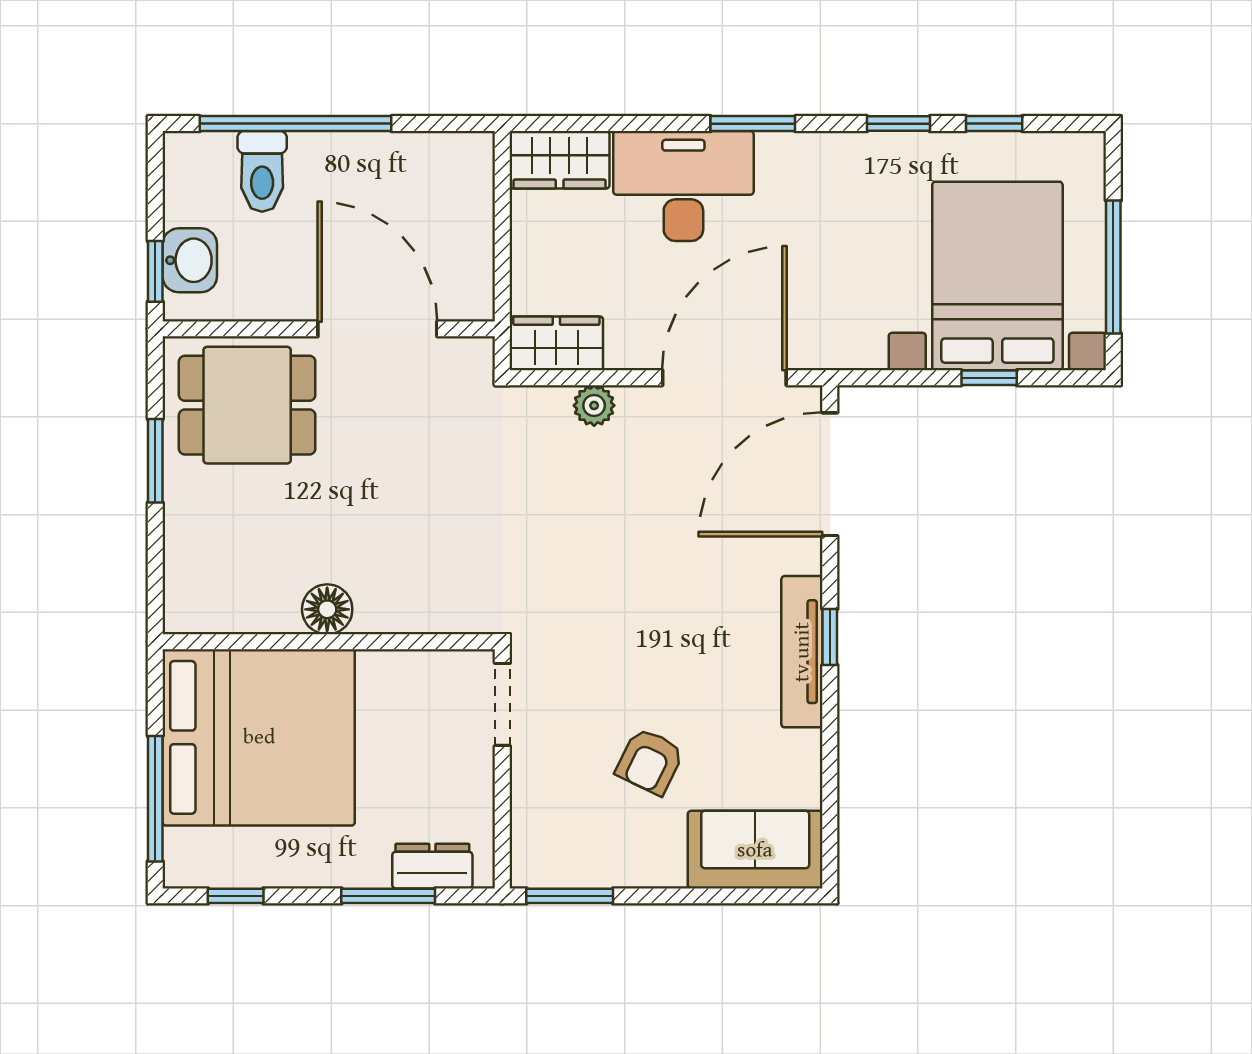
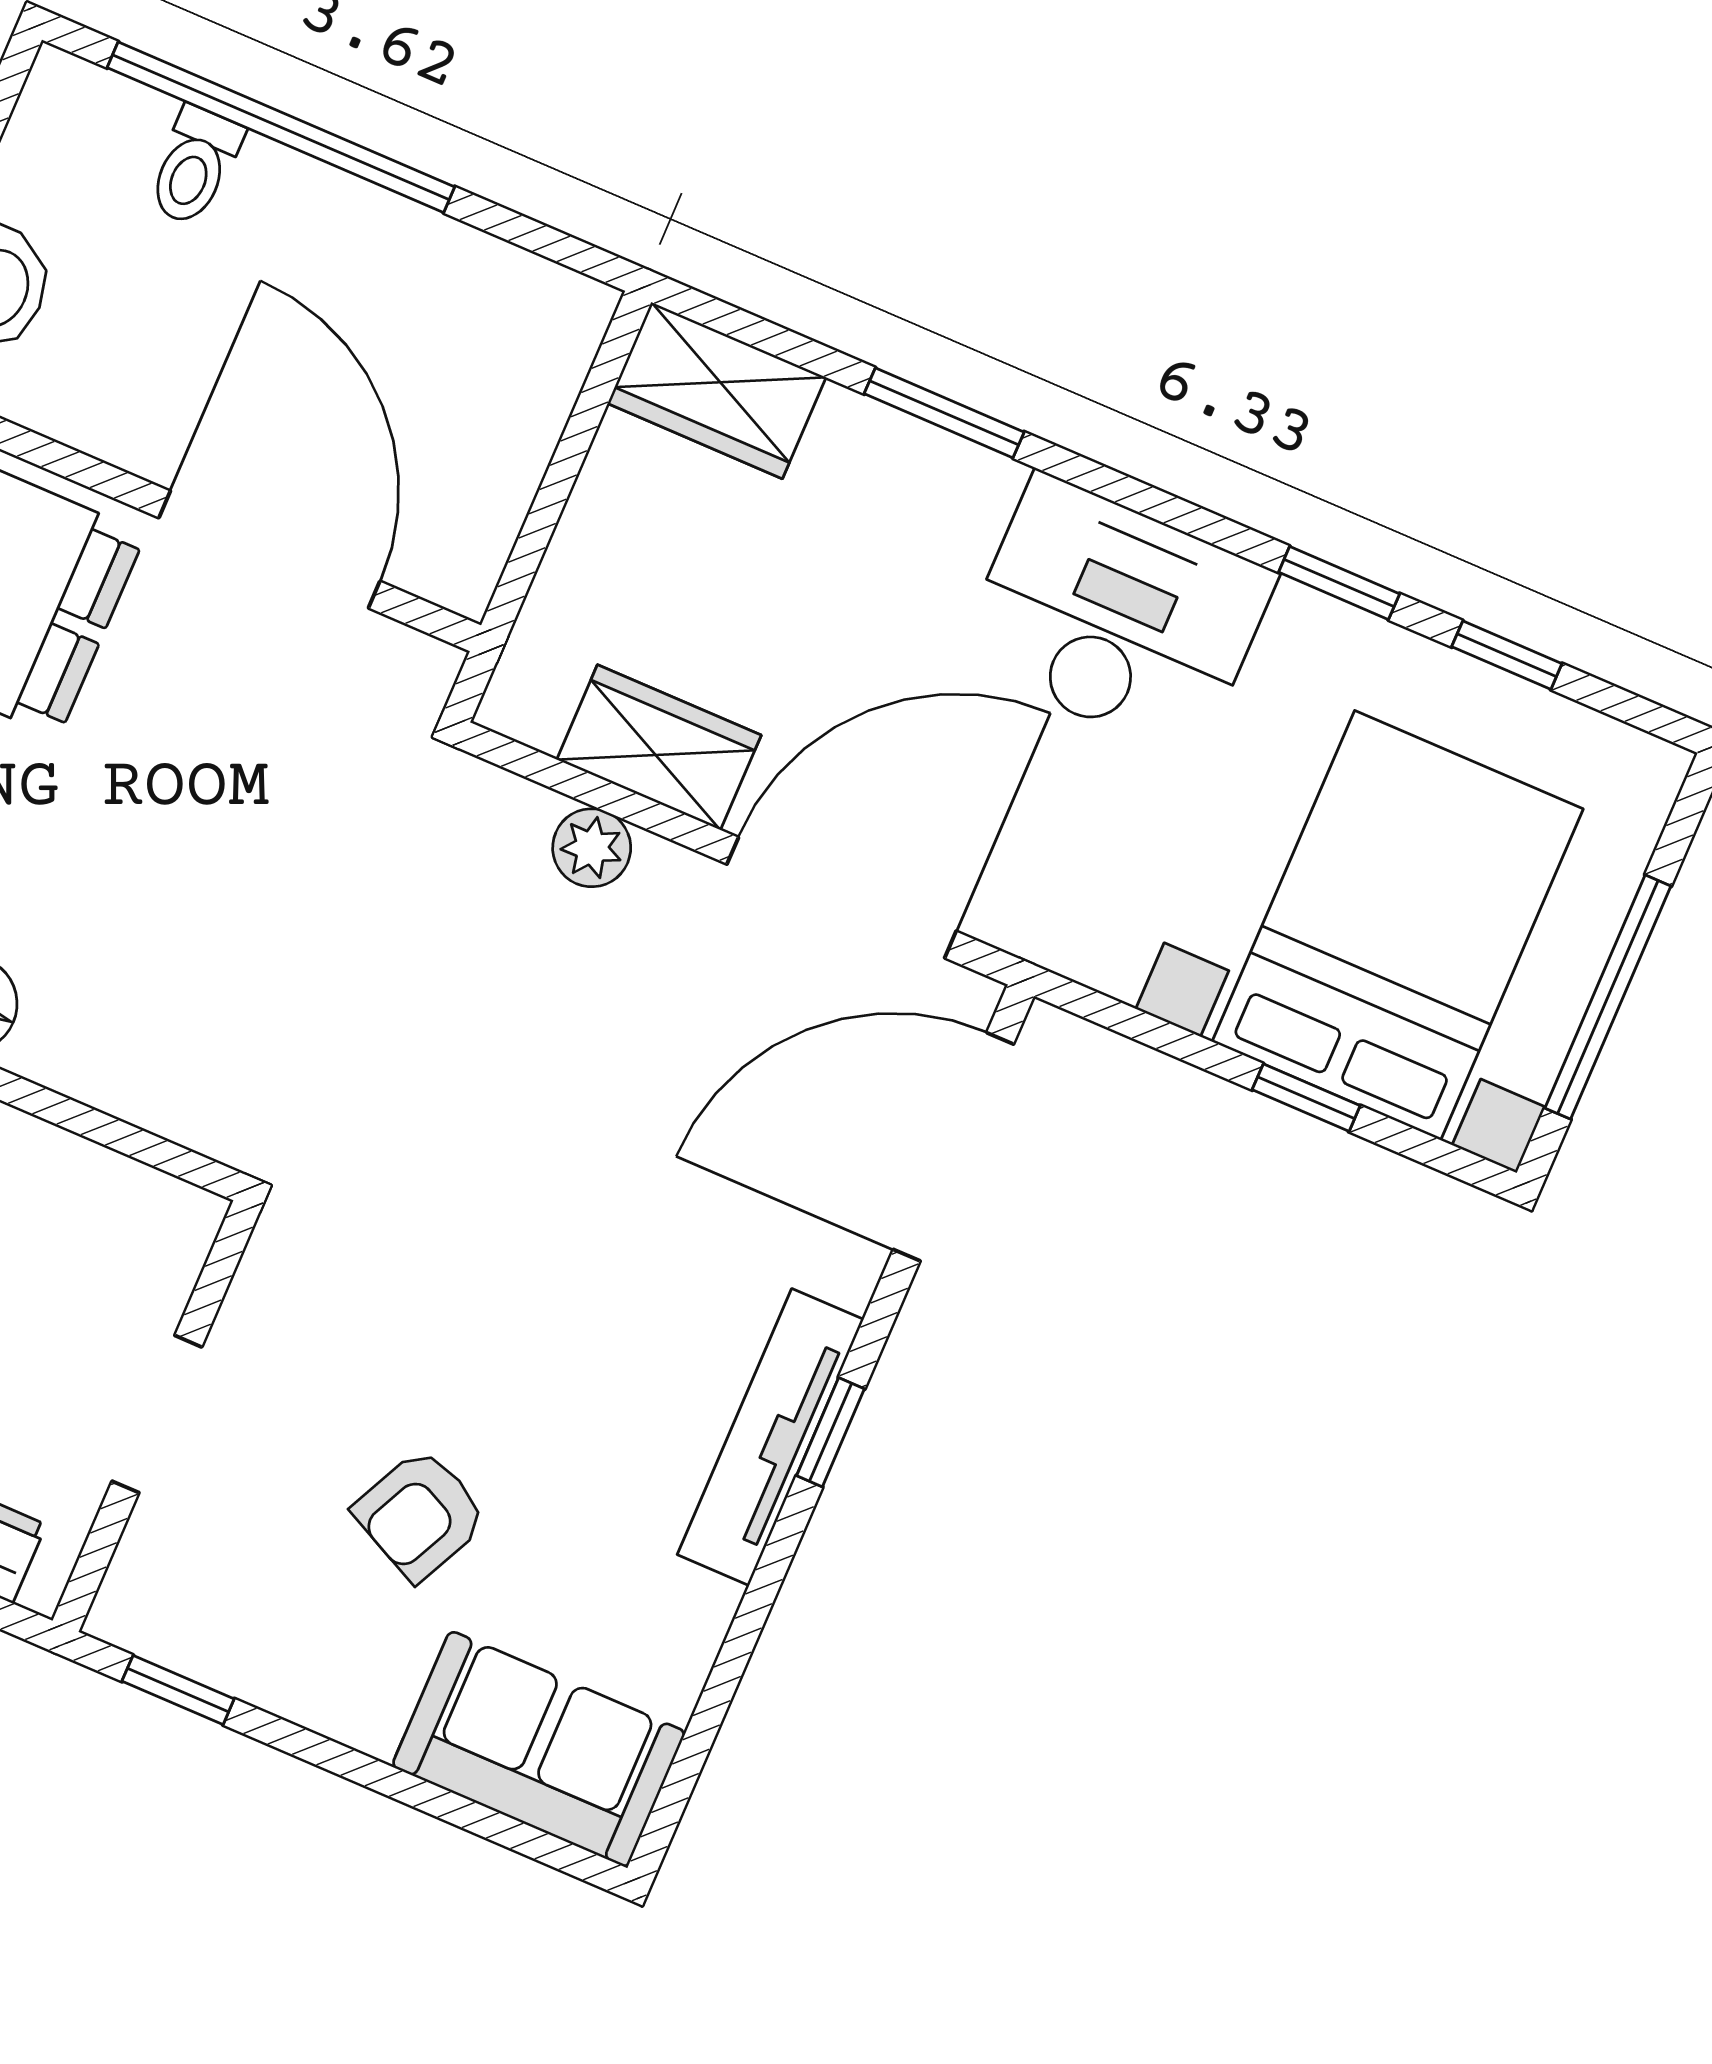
window: (753, 124) -> (944, 413), moved
toilet: (262, 171) -> (194, 166), width x0.73, depth x0.72
desk: (683, 186) -> (1116, 617), moved
wardrobe: (556, 343) -> (659, 747), moved
doorway: (502, 704) -> (157, 1414), moved
window: (570, 896) -> (178, 1690), width x0.67

